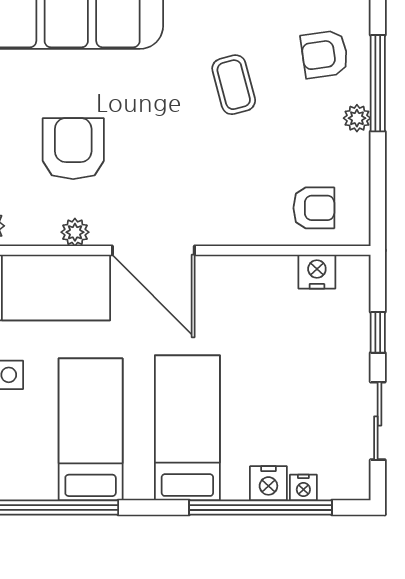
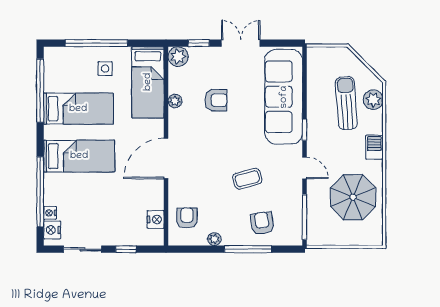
plant: (357, 118) -> (214, 239), moved
armchair: (73, 149) -> (216, 100), width x0.72, depth x0.72
armchair: (314, 208) -> (187, 218), turned 180
door: (153, 250) -> (166, 158), moved
nightstand: (268, 483) -> (52, 230), moved

